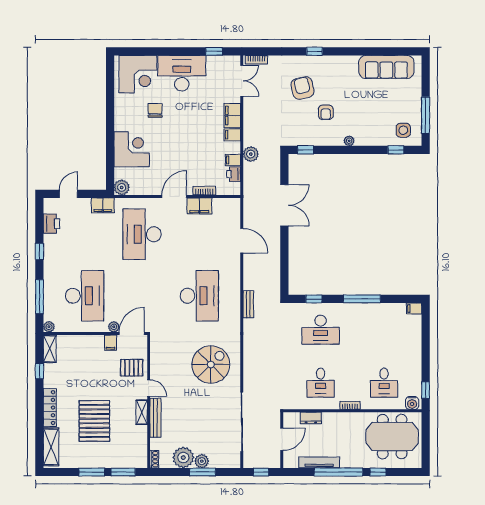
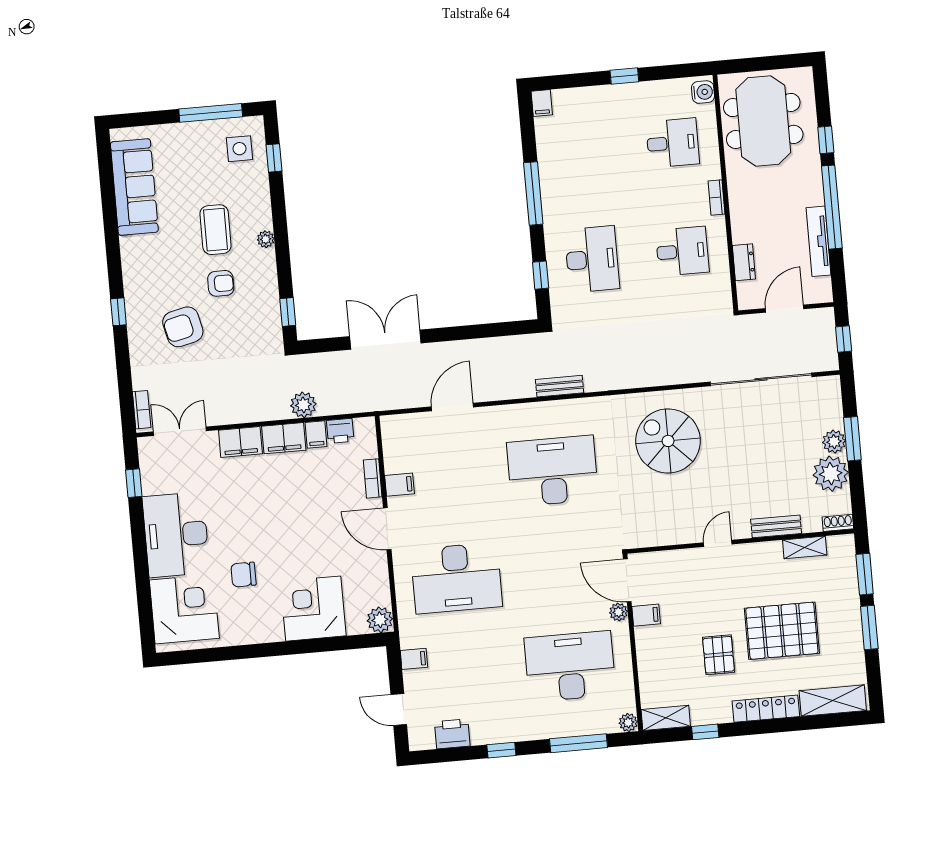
coffee table: (357, 112) -> (216, 230), added
filing cabinet: (232, 135) -> (284, 438), width x2.00
filing cabinet: (103, 205) -> (414, 659), width x0.50
filing cabinet: (199, 206) -> (399, 485), width x0.50
pallet: (132, 368) -> (719, 655), moved
window: (426, 390) -> (624, 76), moved
shelving: (142, 412) -> (805, 547), moved
bench: (155, 418) -> (776, 526), width x0.73
door: (282, 439) -> (785, 309), hinge flipped

